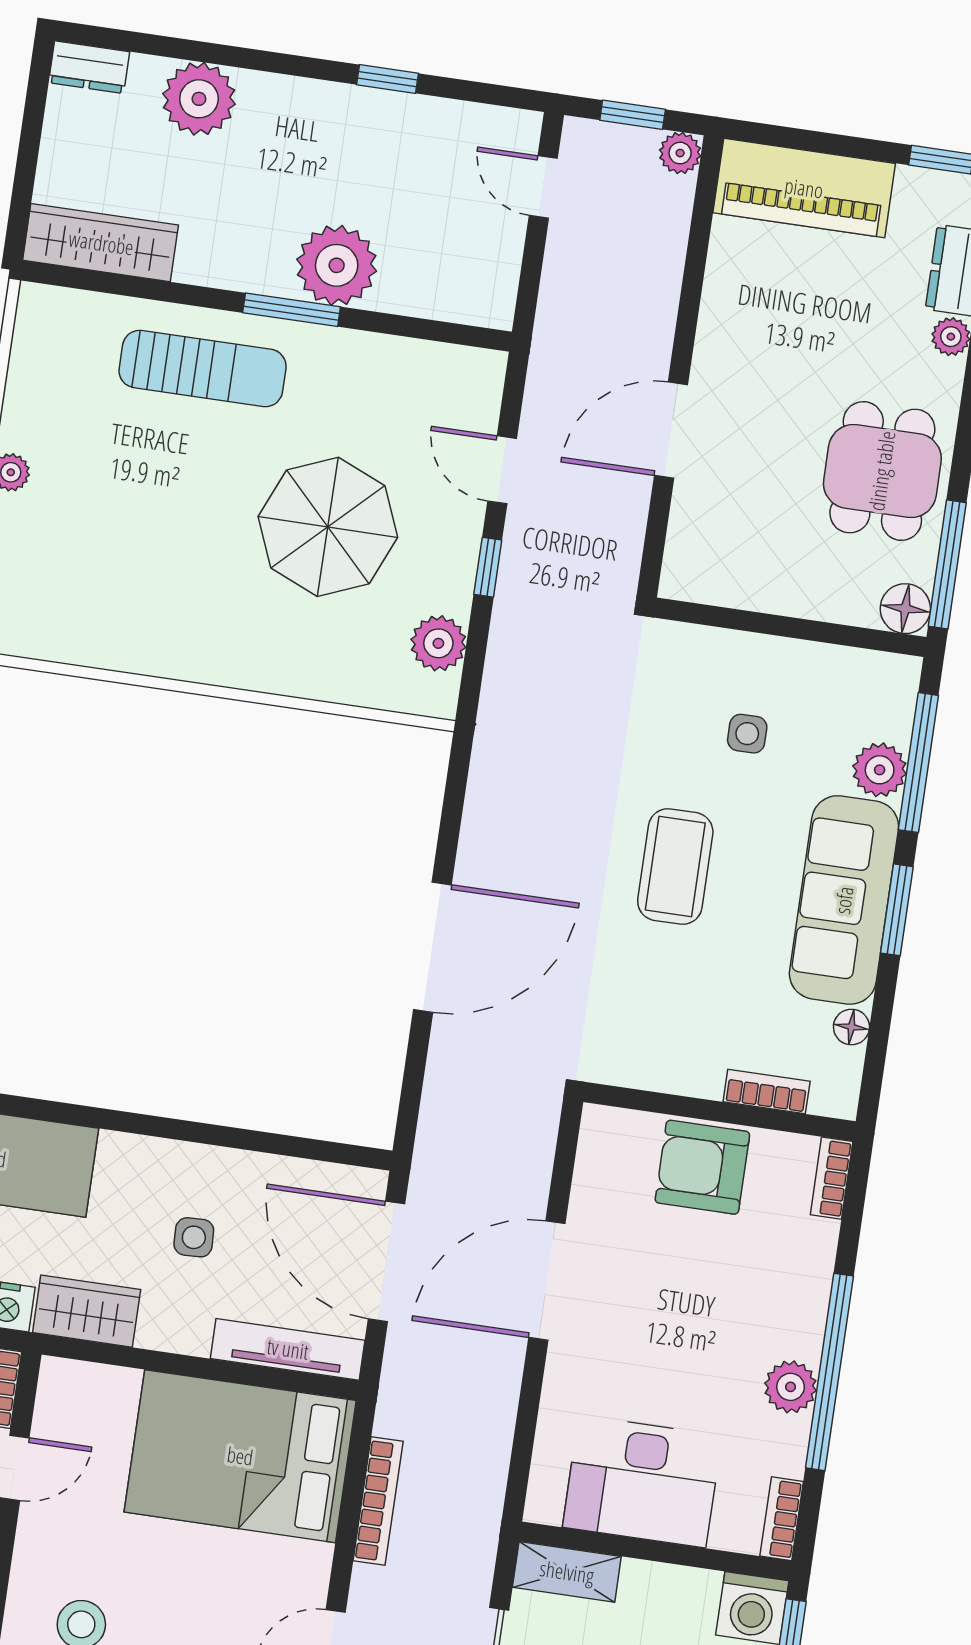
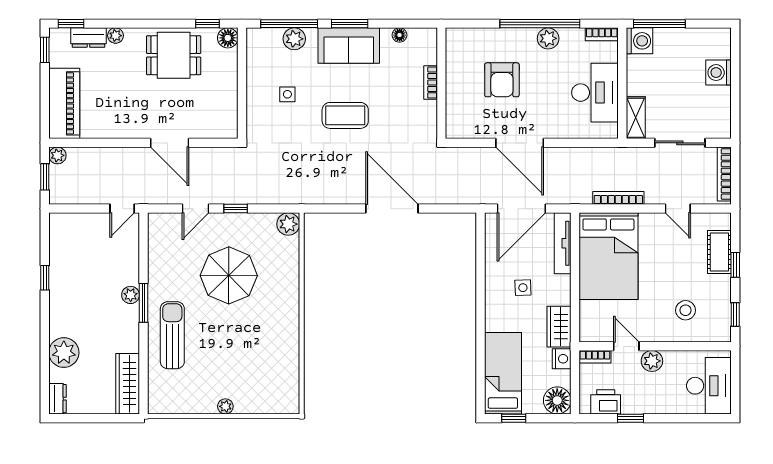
door: (543, 187) -> (122, 209), moved
plant: (337, 265) -> (131, 295), width x0.53, depth x0.53
window: (947, 564) -> (207, 24), width x0.46
plant: (438, 643) -> (288, 224), moved
sofa: (844, 900) -> (349, 46), width x0.73
bookcase: (767, 1092) -> (431, 82), moved
armchair: (702, 1167) -> (502, 80), moved
bookcase: (832, 1178) -> (462, 34), removed

